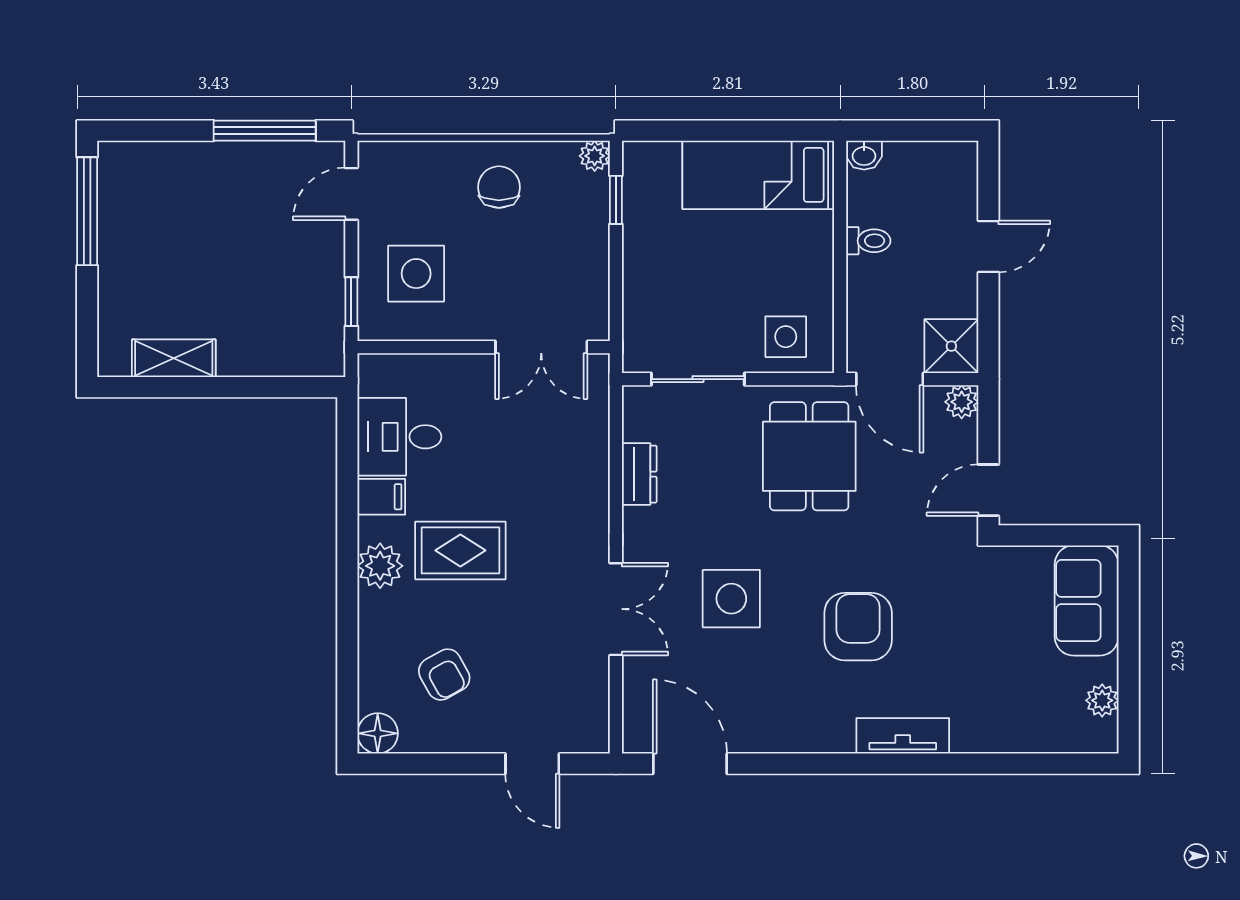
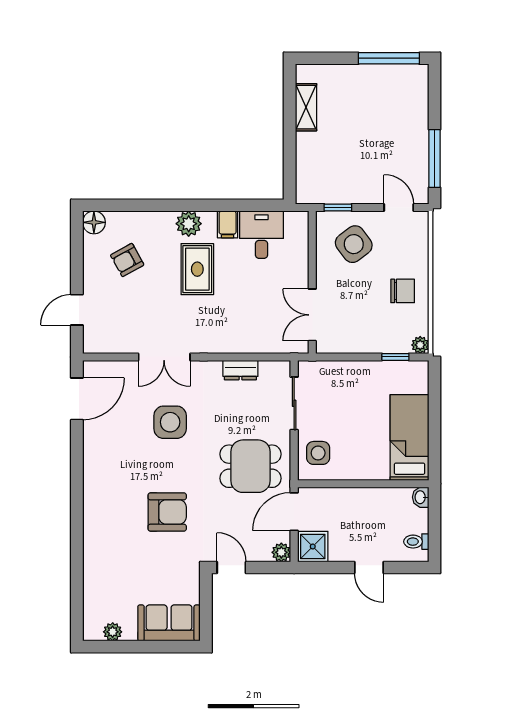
toilet: (868, 241) -> (416, 542), moved, turned 90
side table: (416, 274) -> (354, 244), turned -37
armchair: (858, 627) -> (167, 512), moved
tv unit: (903, 736) -> (93, 519), removed

